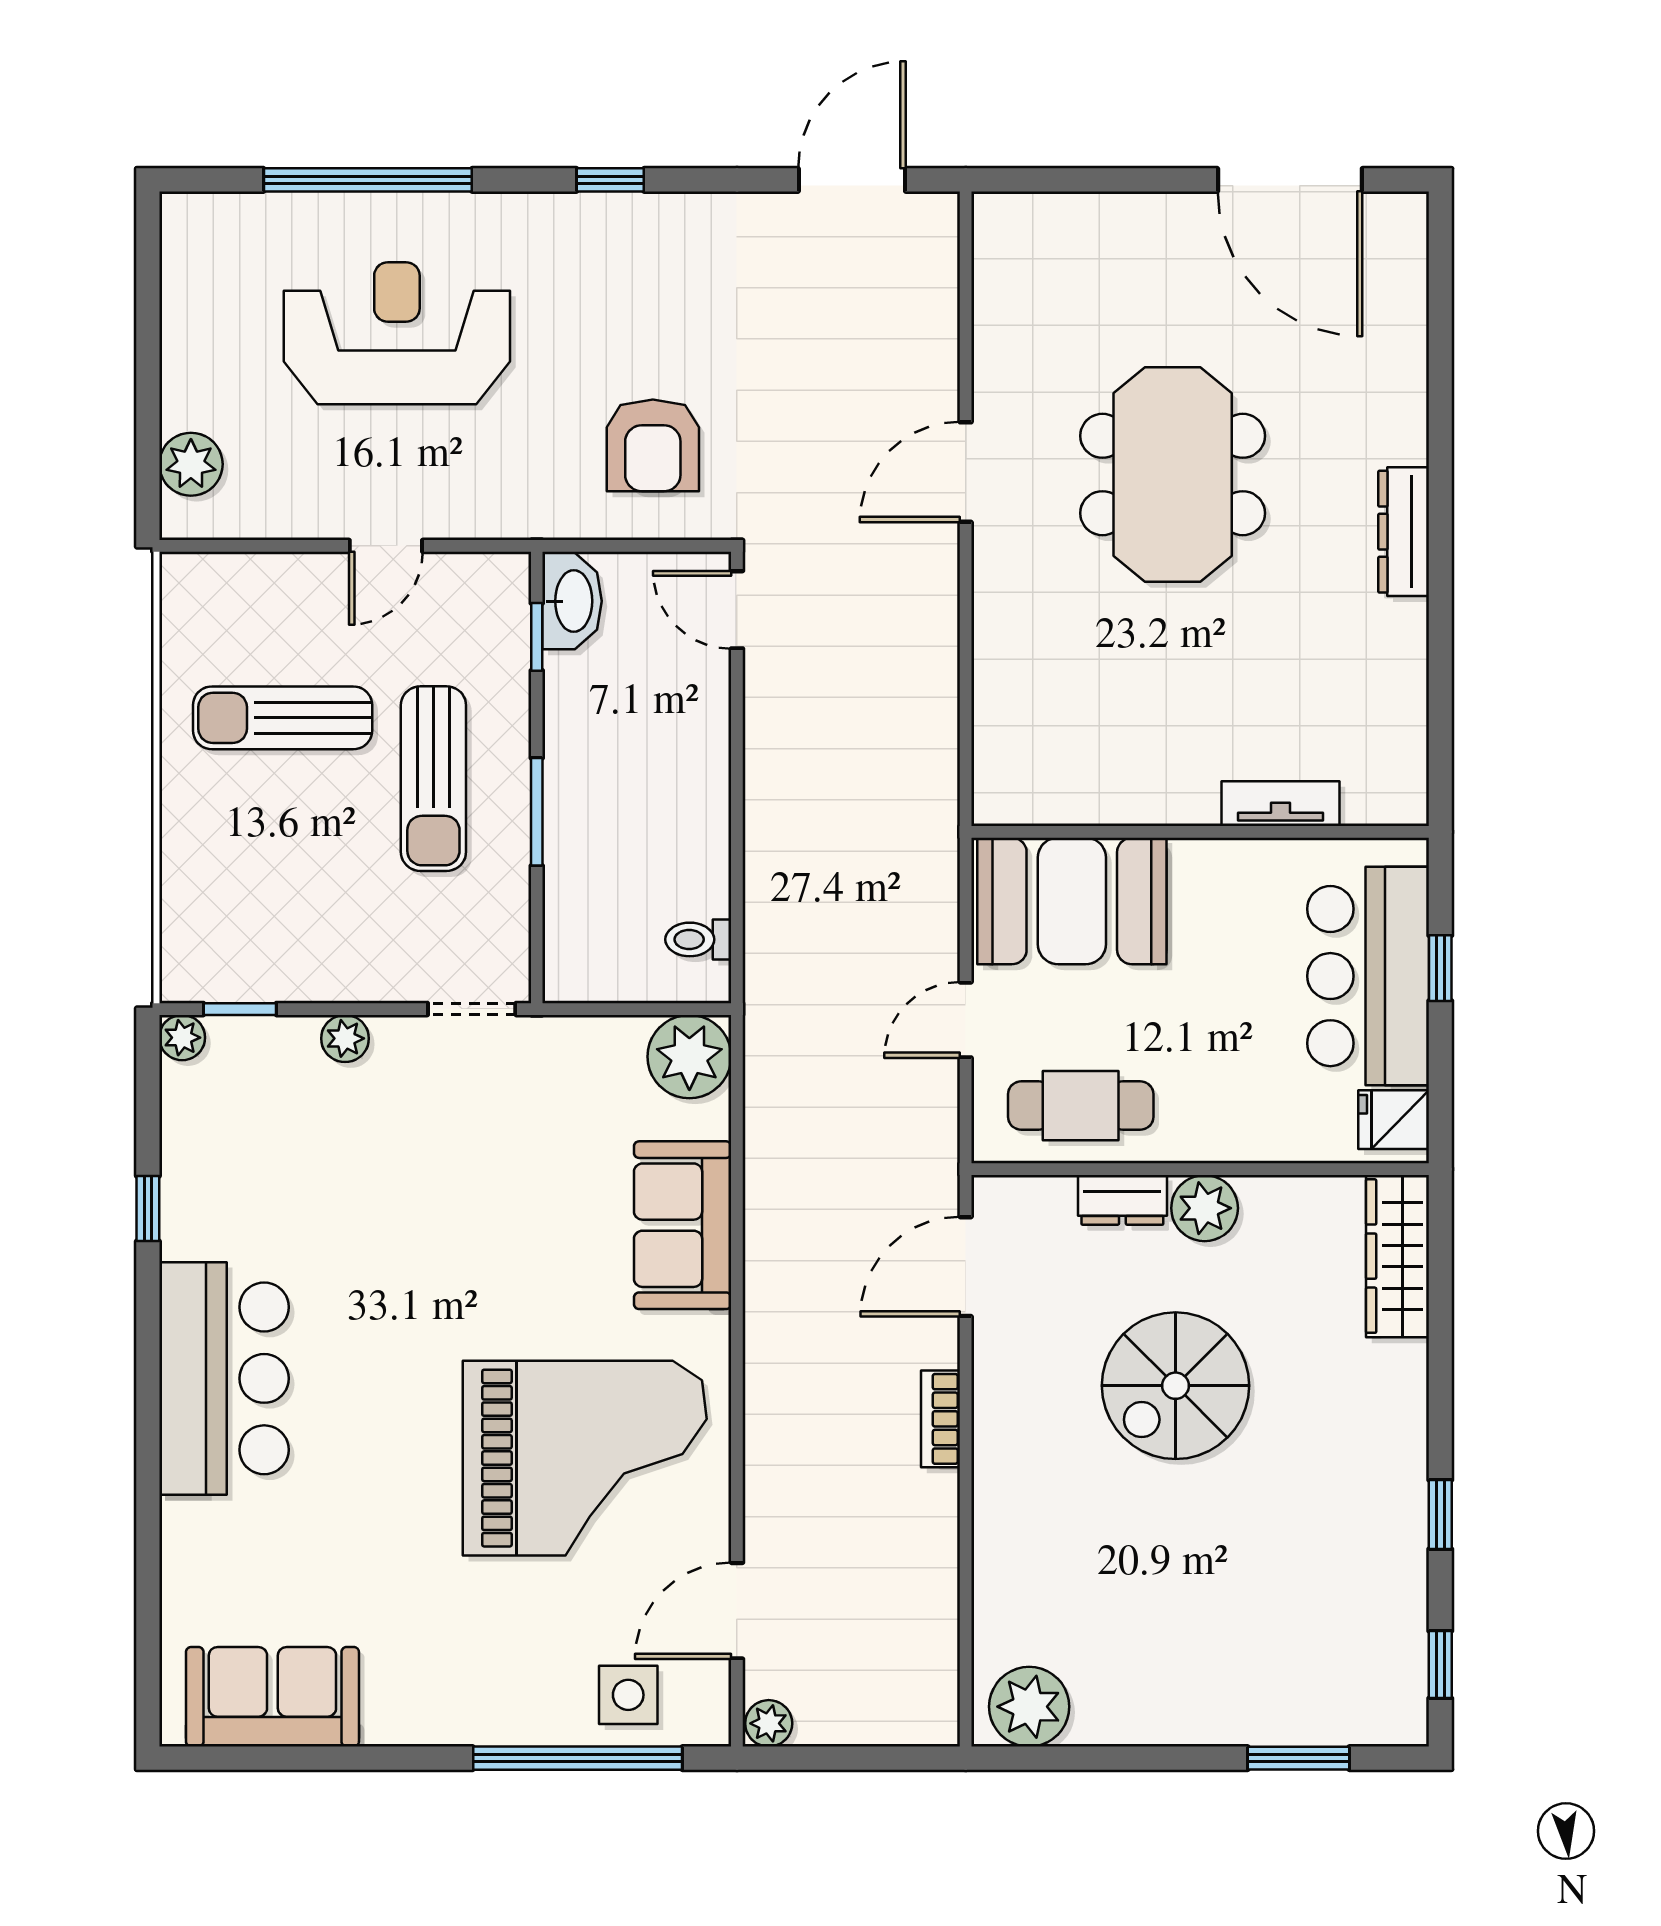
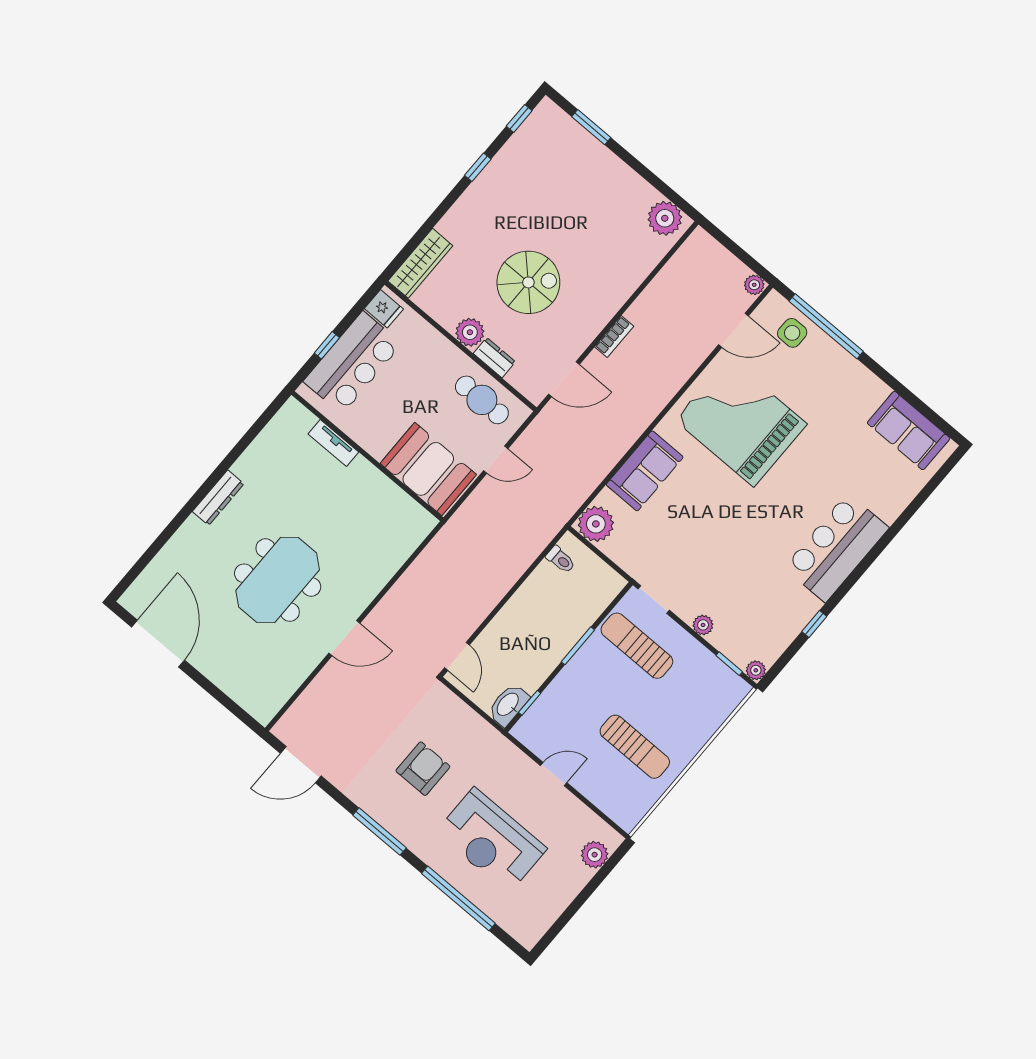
window: (610, 180) -> (379, 831), width x2.17
armchair: (653, 445) -> (423, 769), moved
sun lounger: (433, 779) -> (637, 646), moved, turned -90

